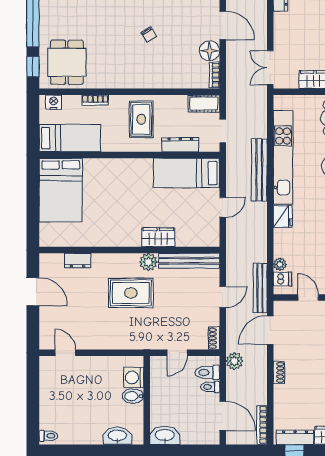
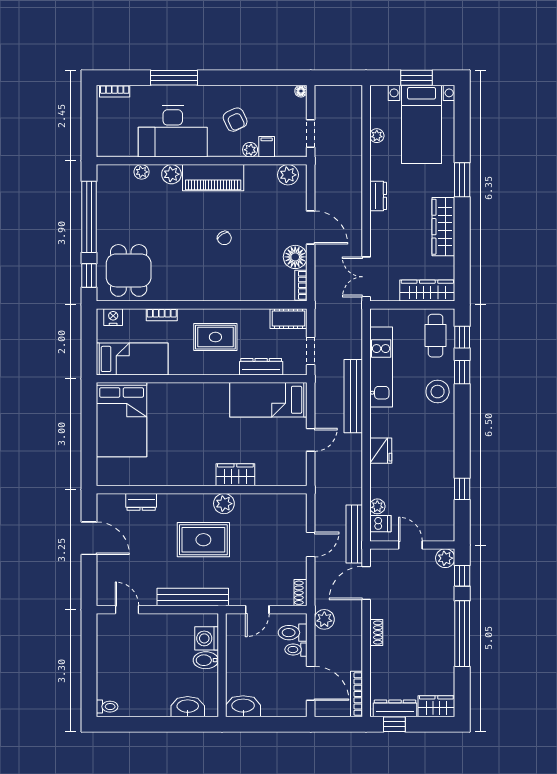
rug: (141, 119) -> (215, 337), turned 90
kitchen unit: (283, 158) -> (381, 367), width x0.73
bench: (189, 261) -> (193, 597), moved

